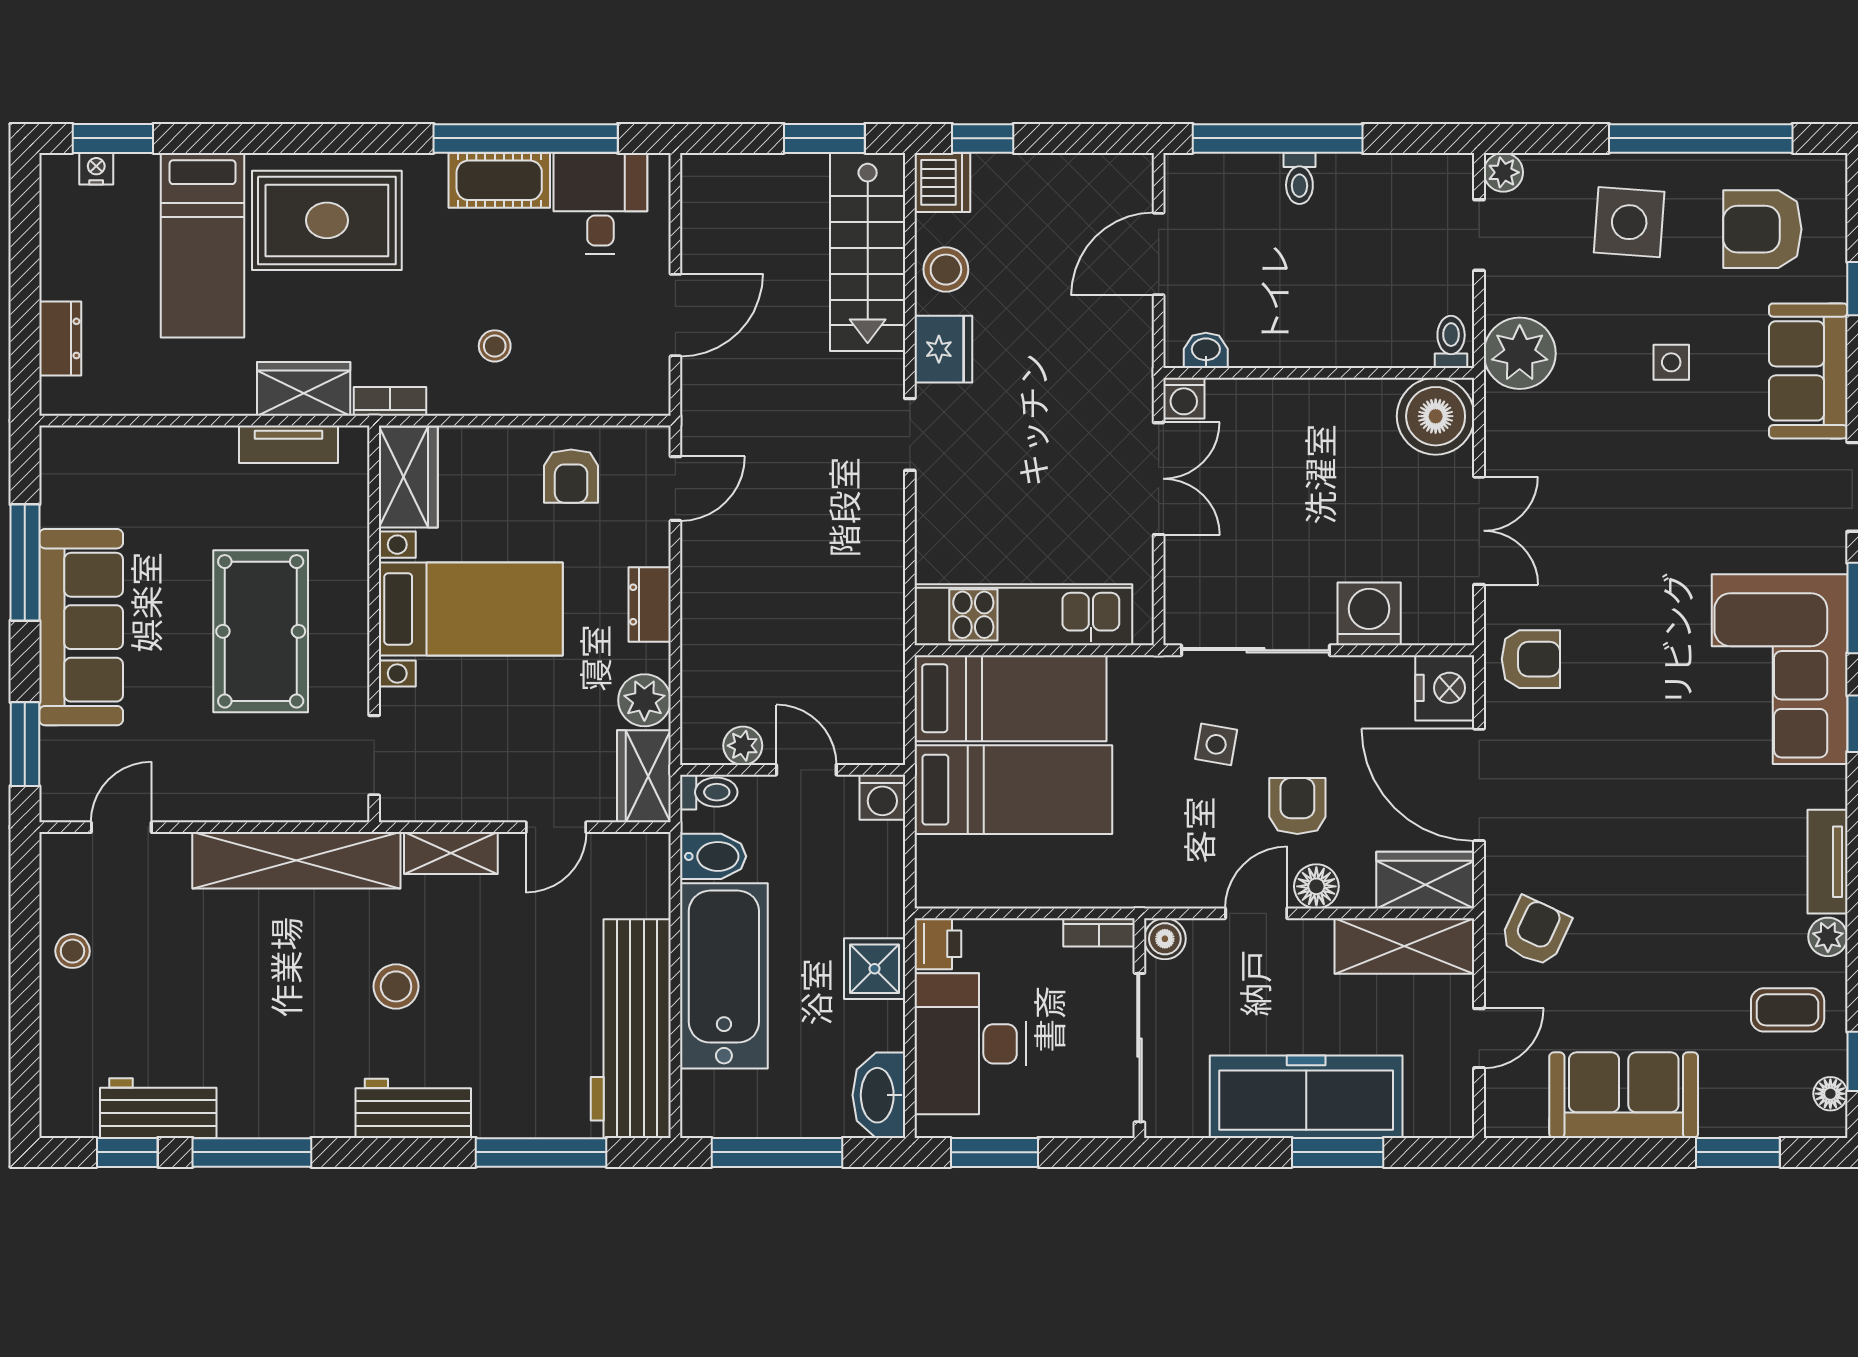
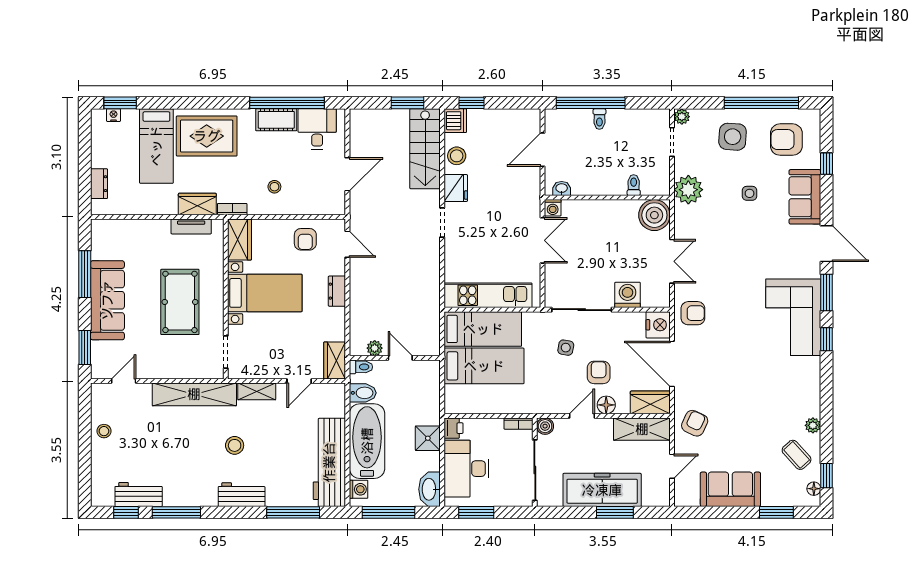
toilet: (1451, 342) -> (634, 185), moved
door: (675, 489) -> (347, 244), hinge flipped
plant: (644, 700) -> (335, 330), removed
washing machine: (882, 797) -> (359, 489), moved, turned -90
tv unit: (1827, 862) -> (813, 395), removed
coffee table: (1788, 1010) -> (797, 455), turned 48

